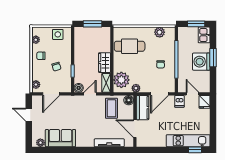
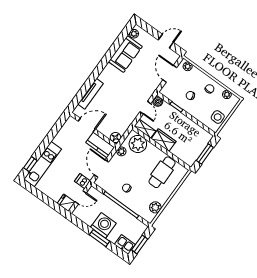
coffee table: (111, 108) -> (119, 117), removed

